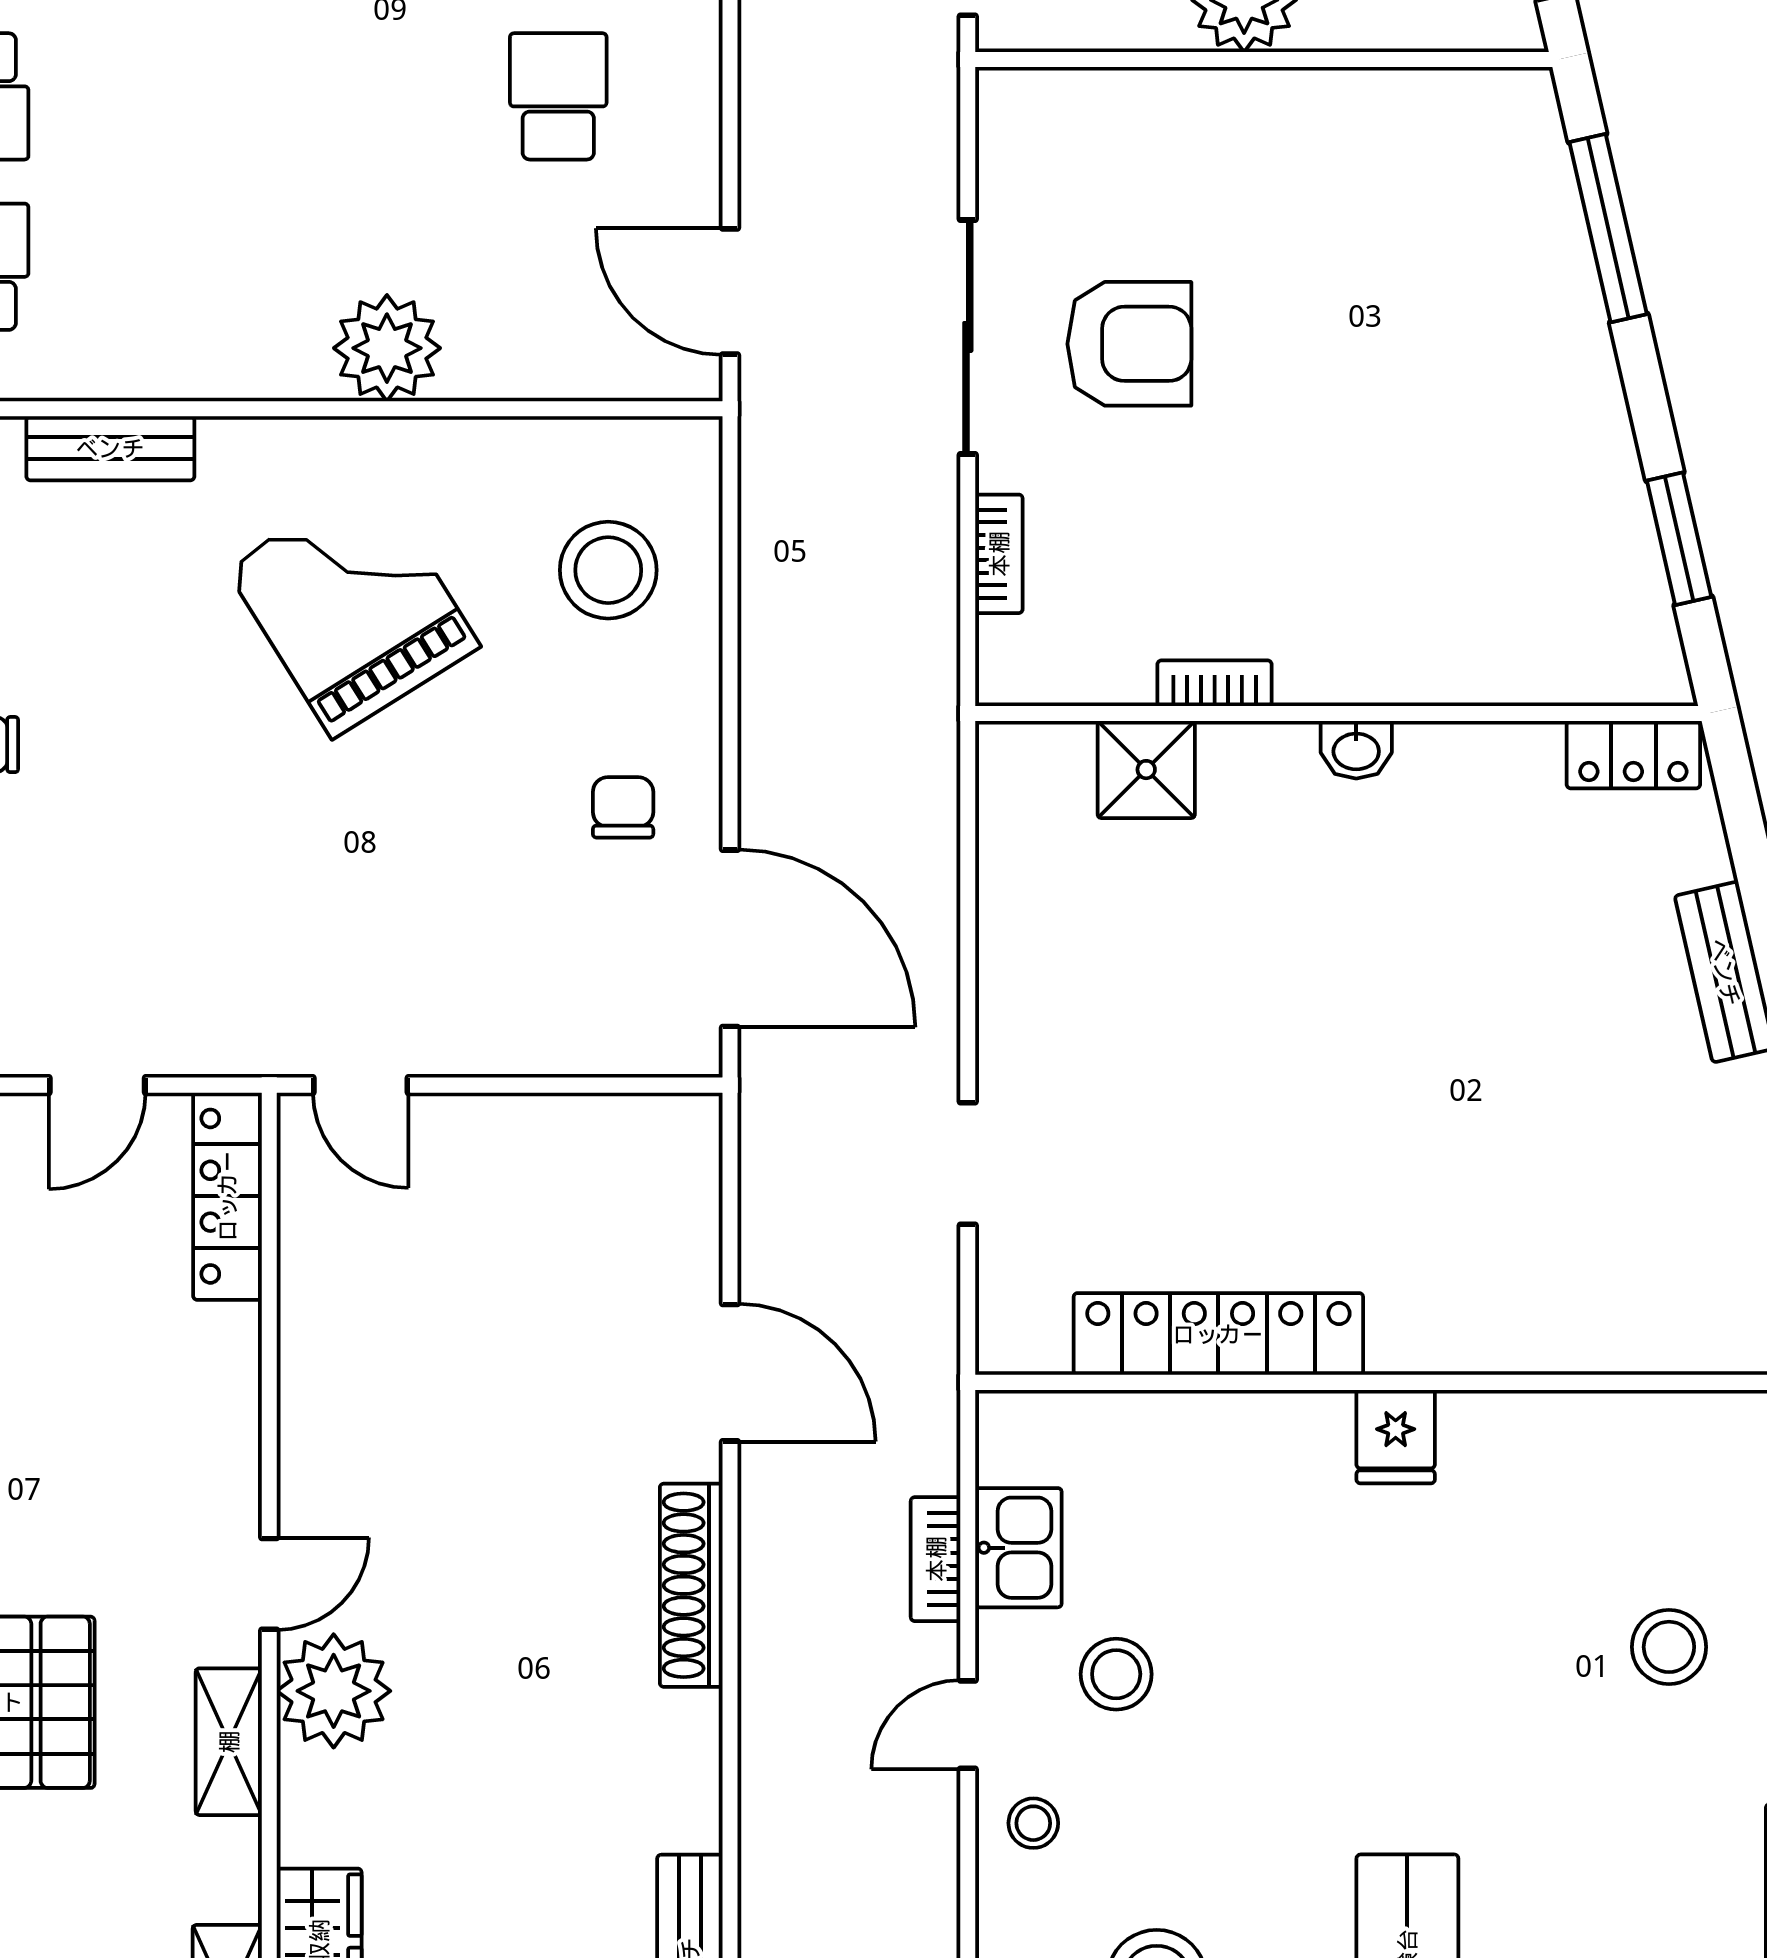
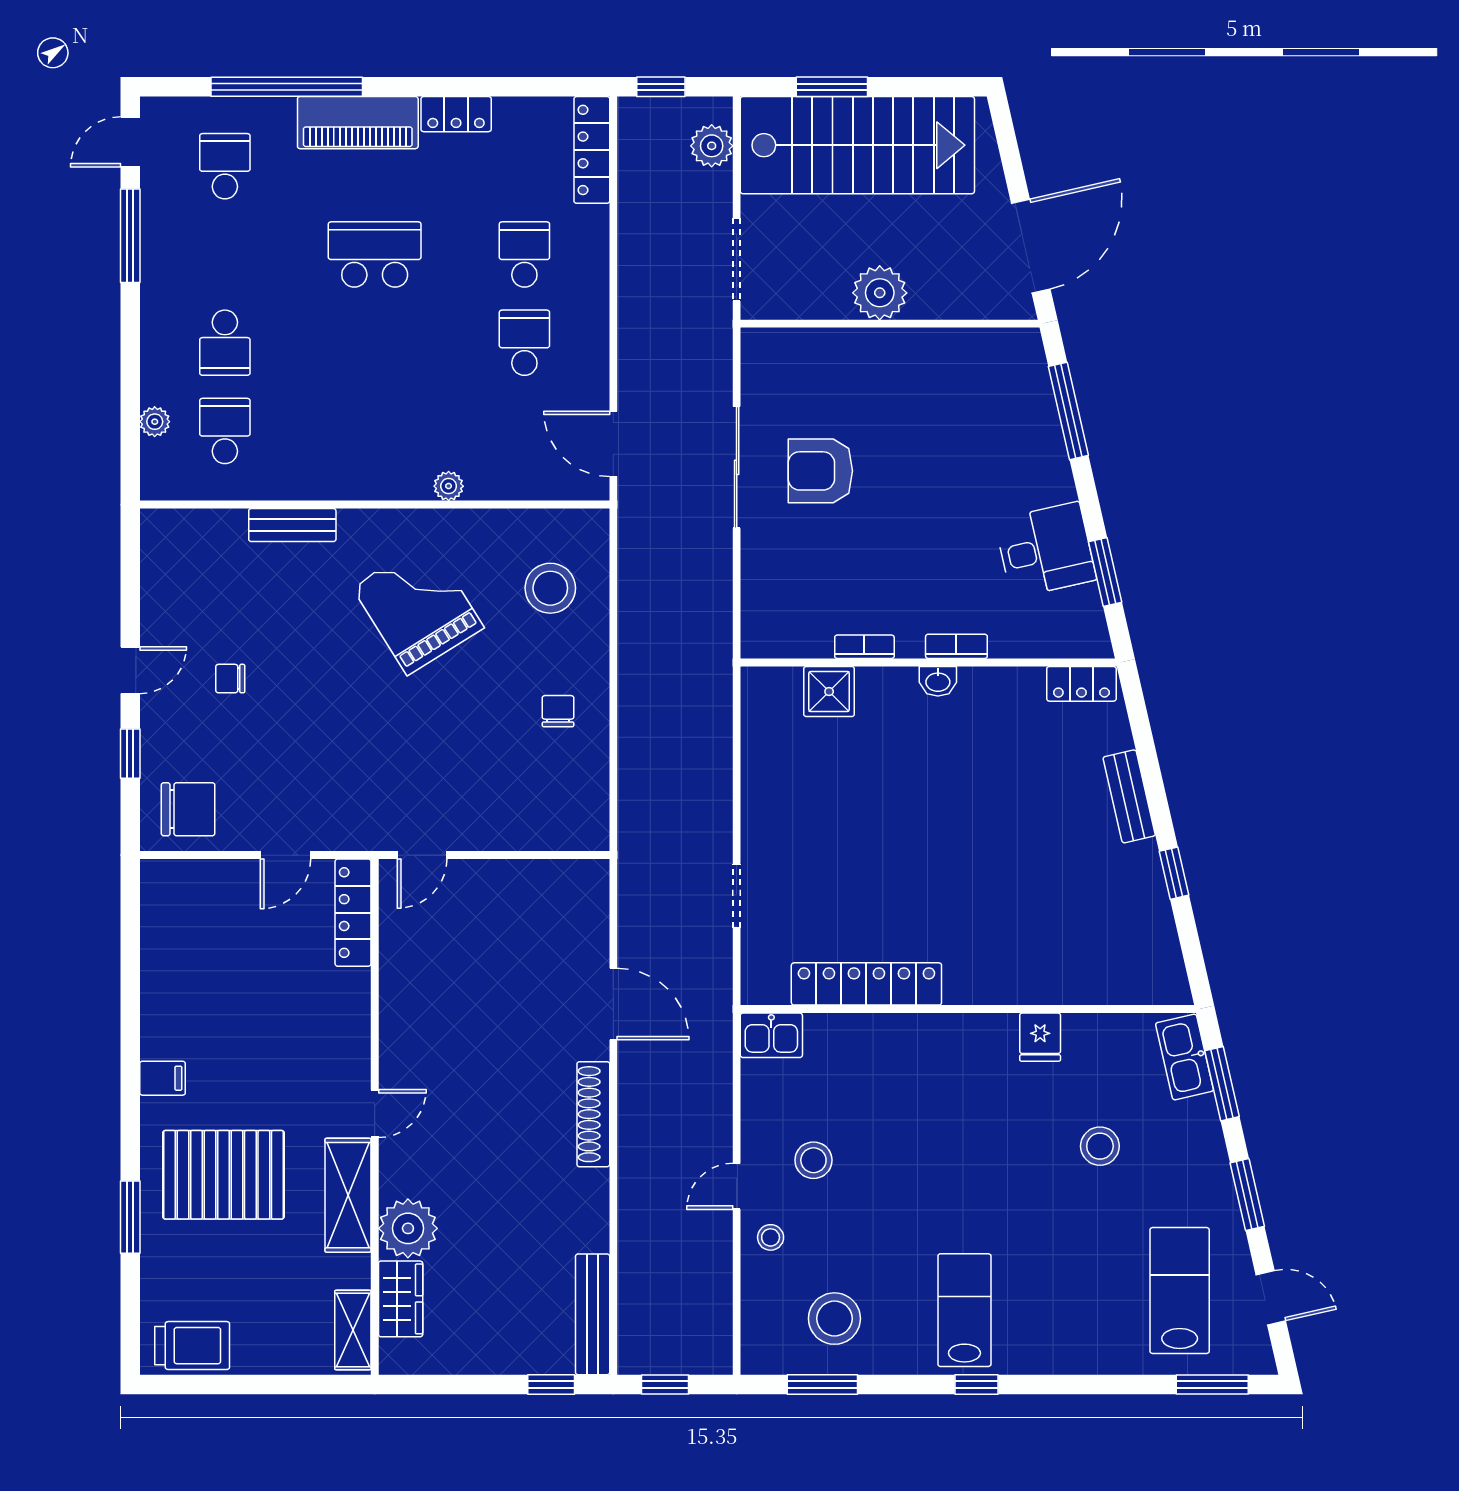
armchair: (1129, 344) -> (820, 471), turned 180
plant: (387, 348) -> (449, 486), width x0.53, depth x0.53
desk: (1564, 496) -> (1045, 550), added
bookcase: (999, 554) -> (956, 646), moved, turned -90
door: (730, 938) -> (613, 779), removed
door: (361, 1085) -> (422, 855), hinge flipped
fridge: (1396, 1437) -> (1040, 1037), moved
kitchen sink: (1018, 1548) -> (771, 1035), moved, turned 90
bookcase: (936, 1559) -> (720, 1101), removed
plant: (334, 1691) -> (408, 1228), moved
shelving: (229, 1742) -> (348, 1195), width x1.50, depth x1.33

